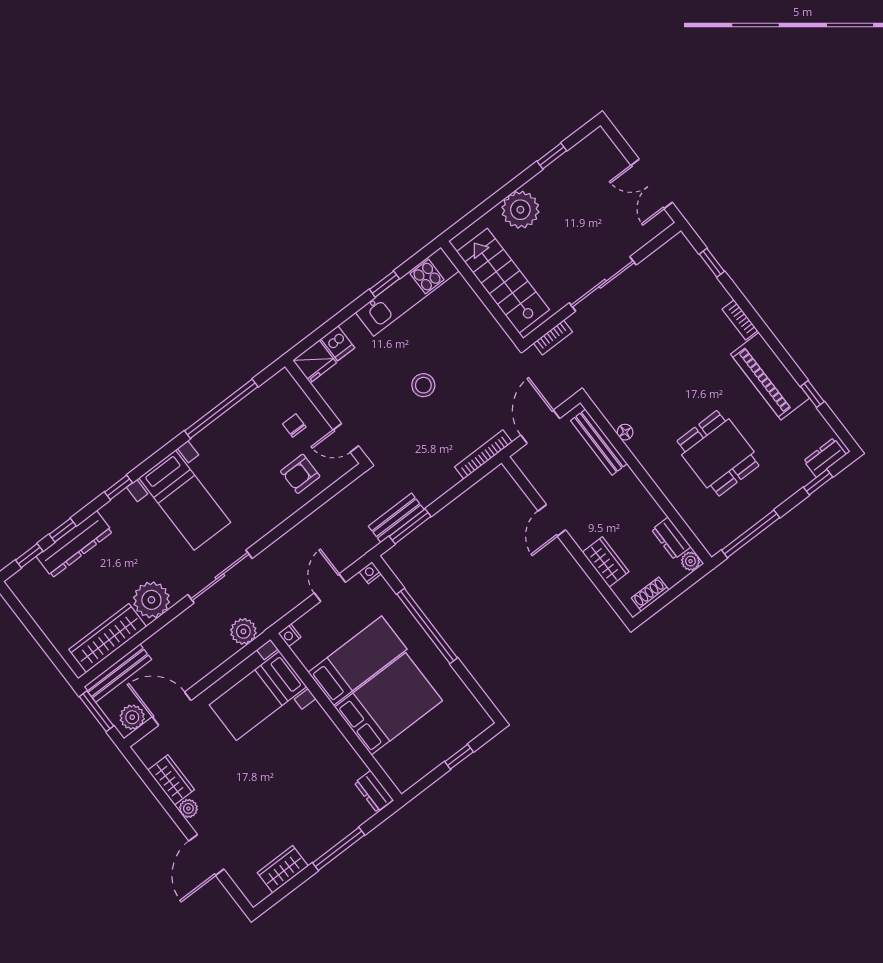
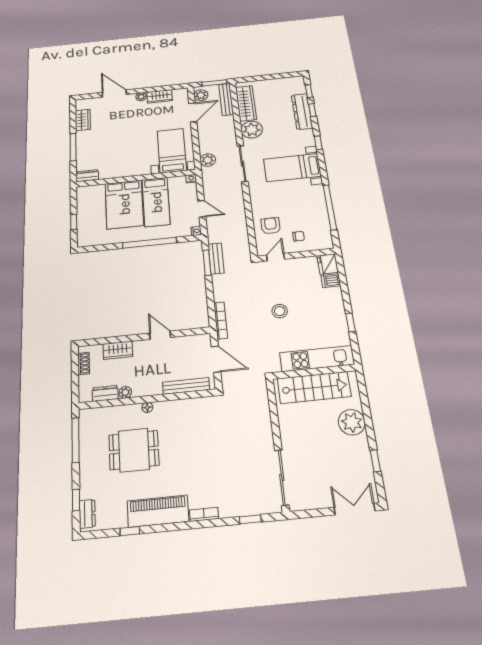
double door: (652, 184) -> (355, 509), moved
sliding door: (603, 284) -> (282, 477), moved
kitchen unit: (407, 292) -> (317, 359), moved, turned 90
bookcase: (553, 337) -> (263, 396), removed
floor lamp: (625, 432) -> (147, 407), moved
plant: (690, 561) -> (125, 392), moved

